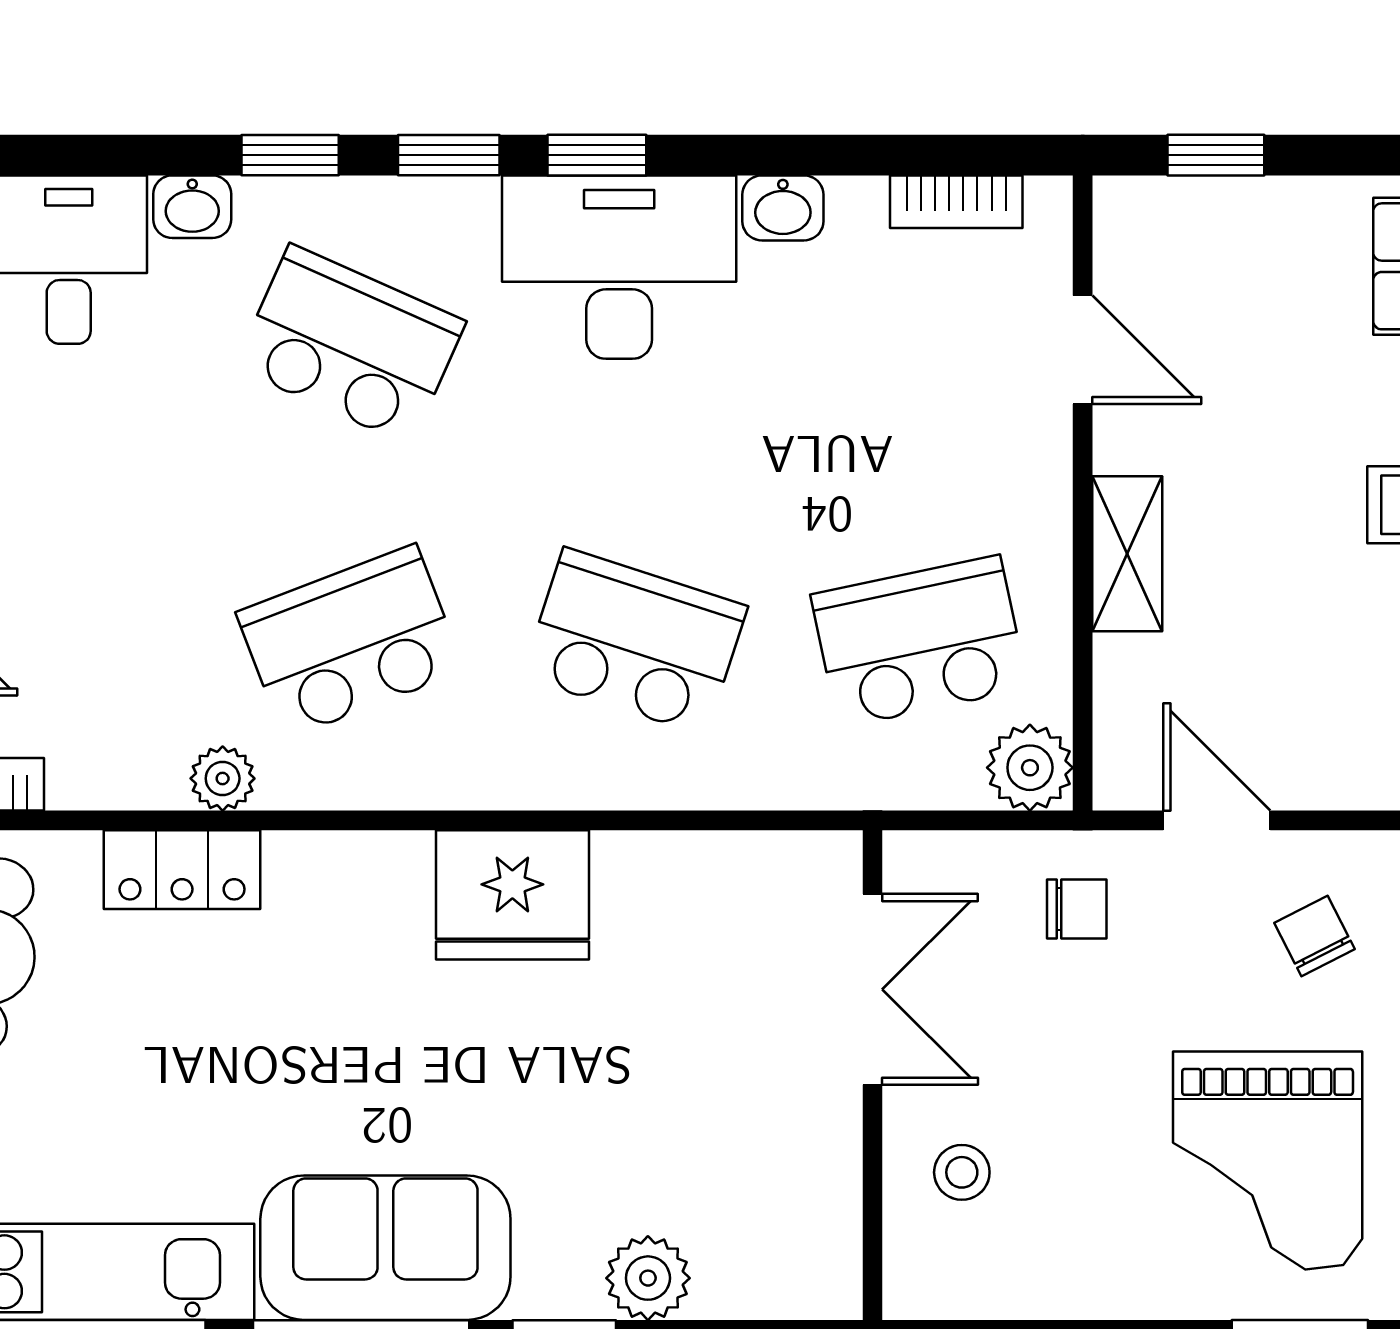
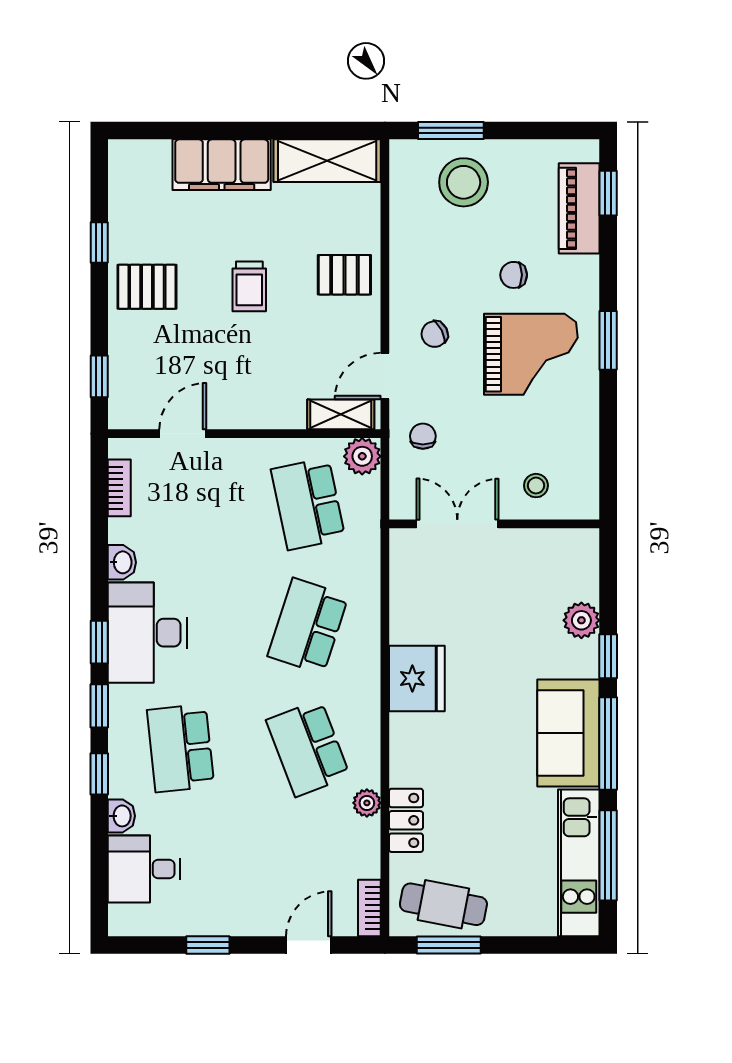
school desk: (350, 345) -> (181, 748), turned -30
shelving: (1127, 554) -> (341, 414), moved

